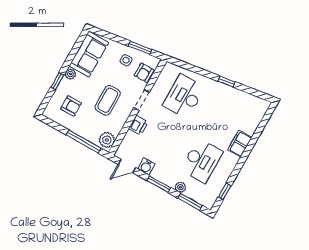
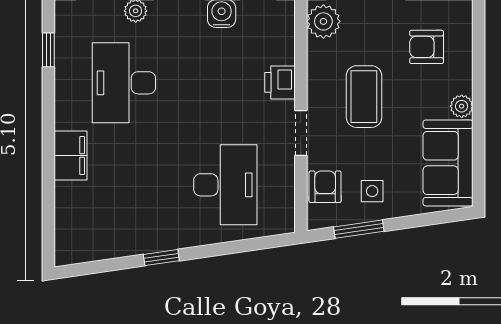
window: (57, 81) -> (479, 79), removed

